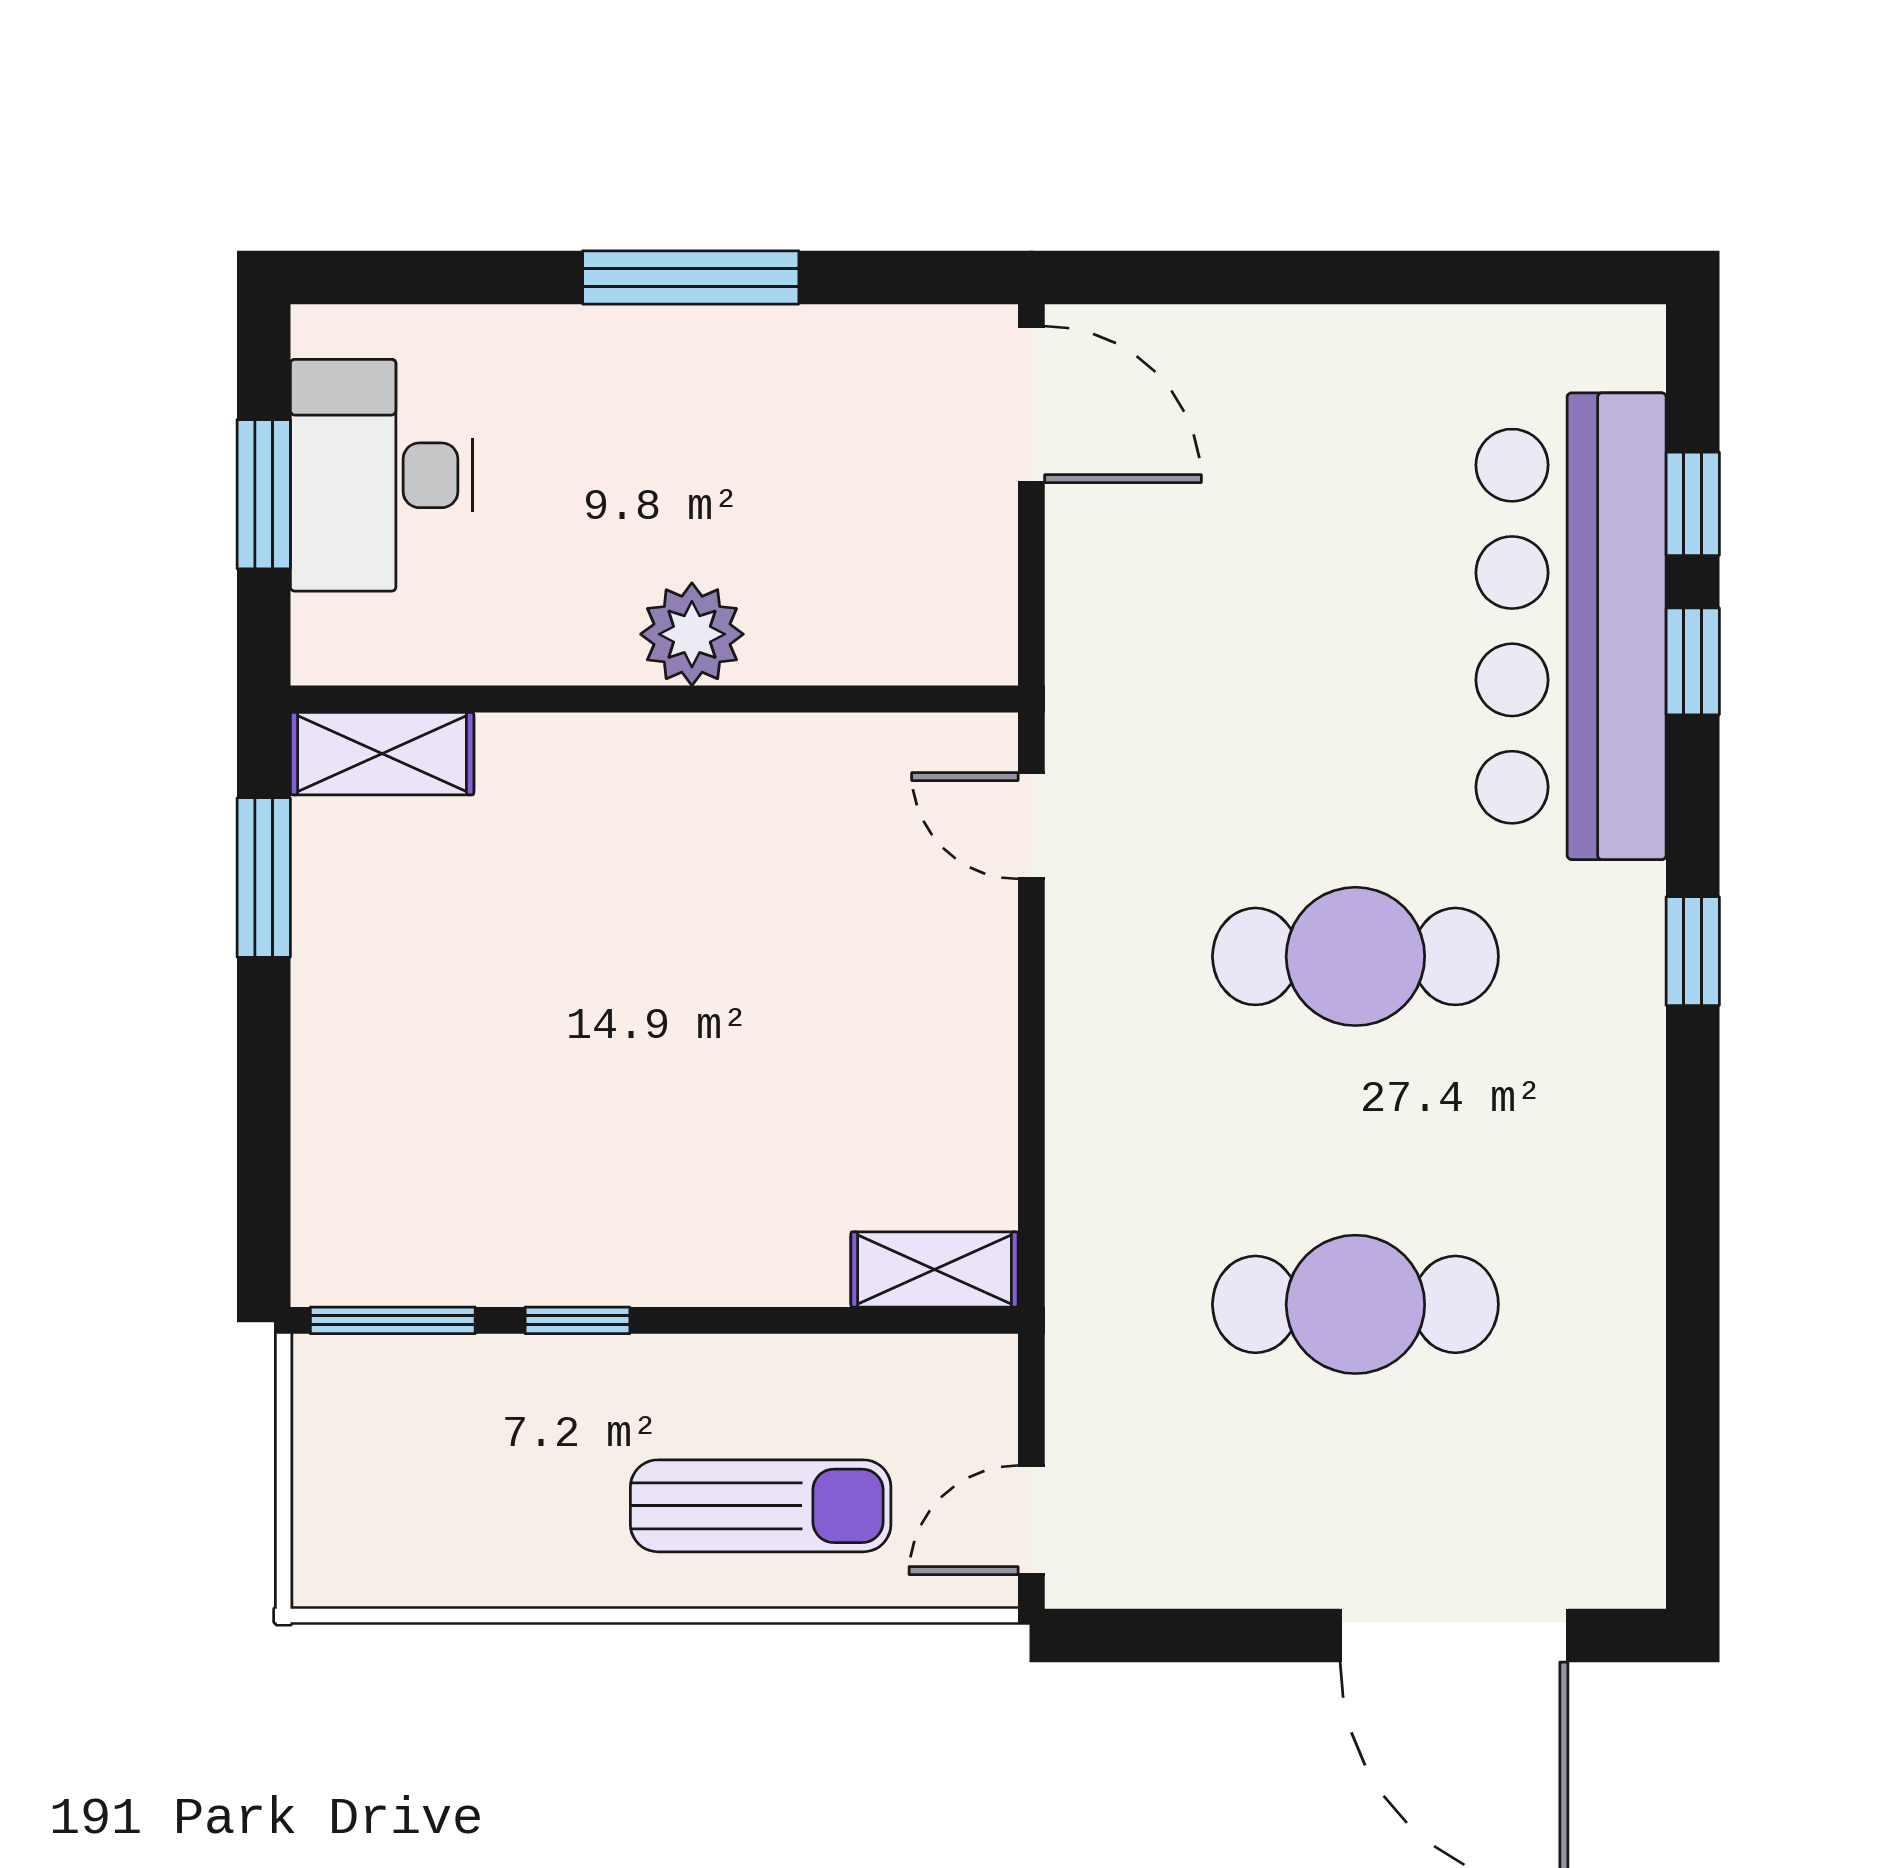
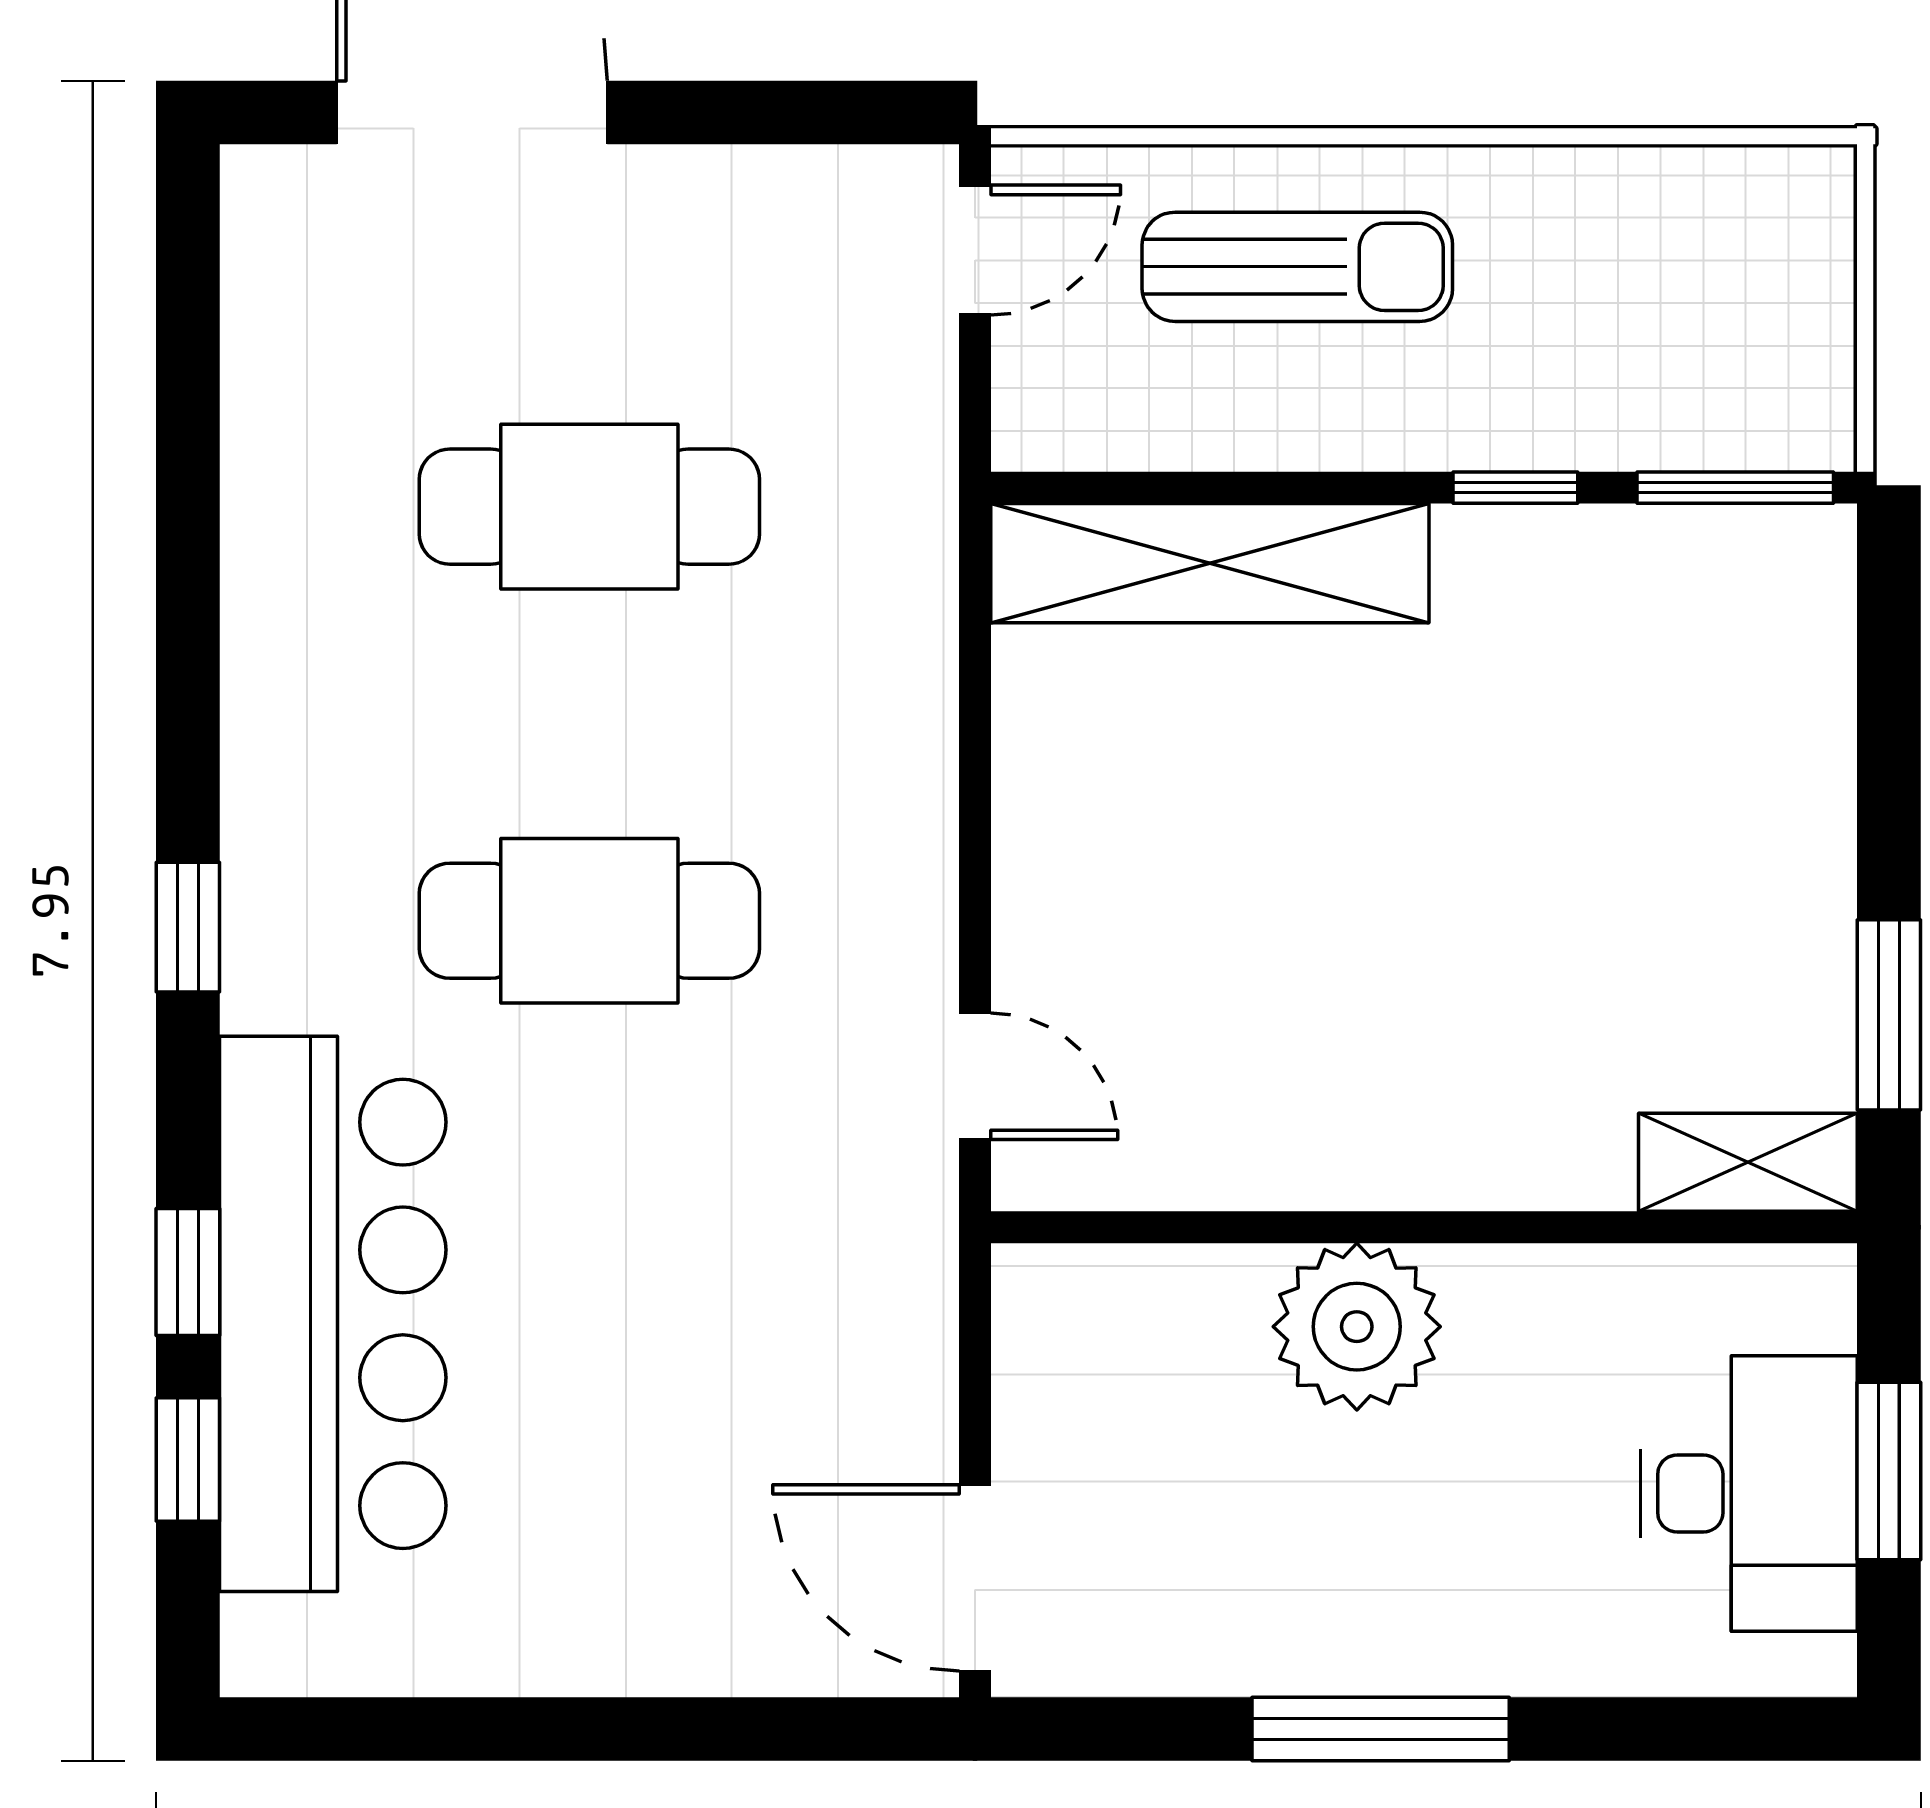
plant: (692, 634) -> (1357, 1327), width x1.36, depth x1.36
shelving: (934, 1269) -> (1210, 563), width x2.20, depth x1.33
sun lounger: (761, 1506) -> (1297, 267), turned 180

